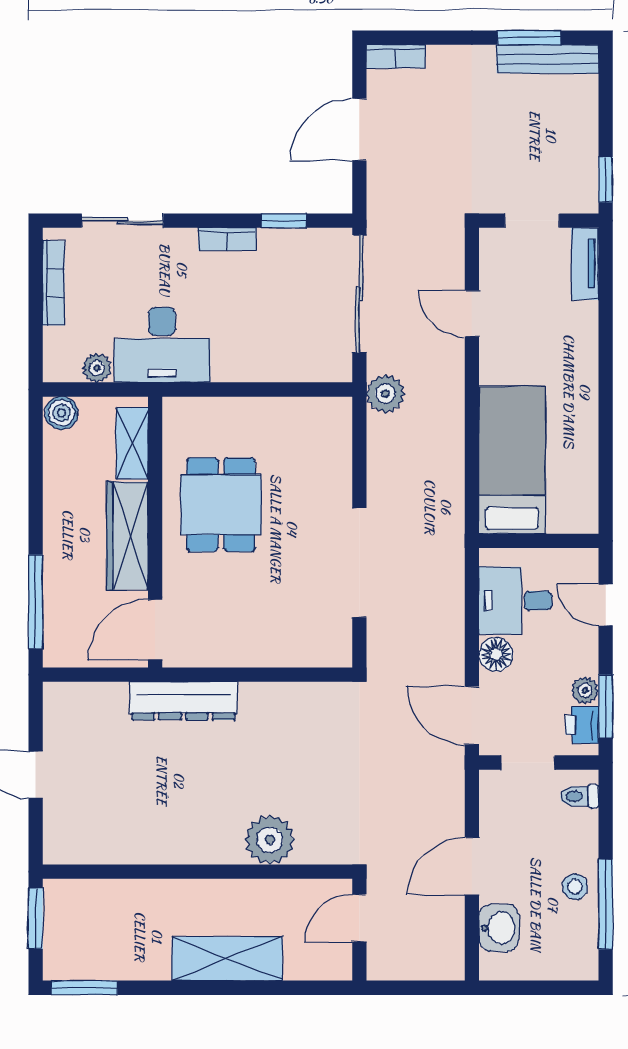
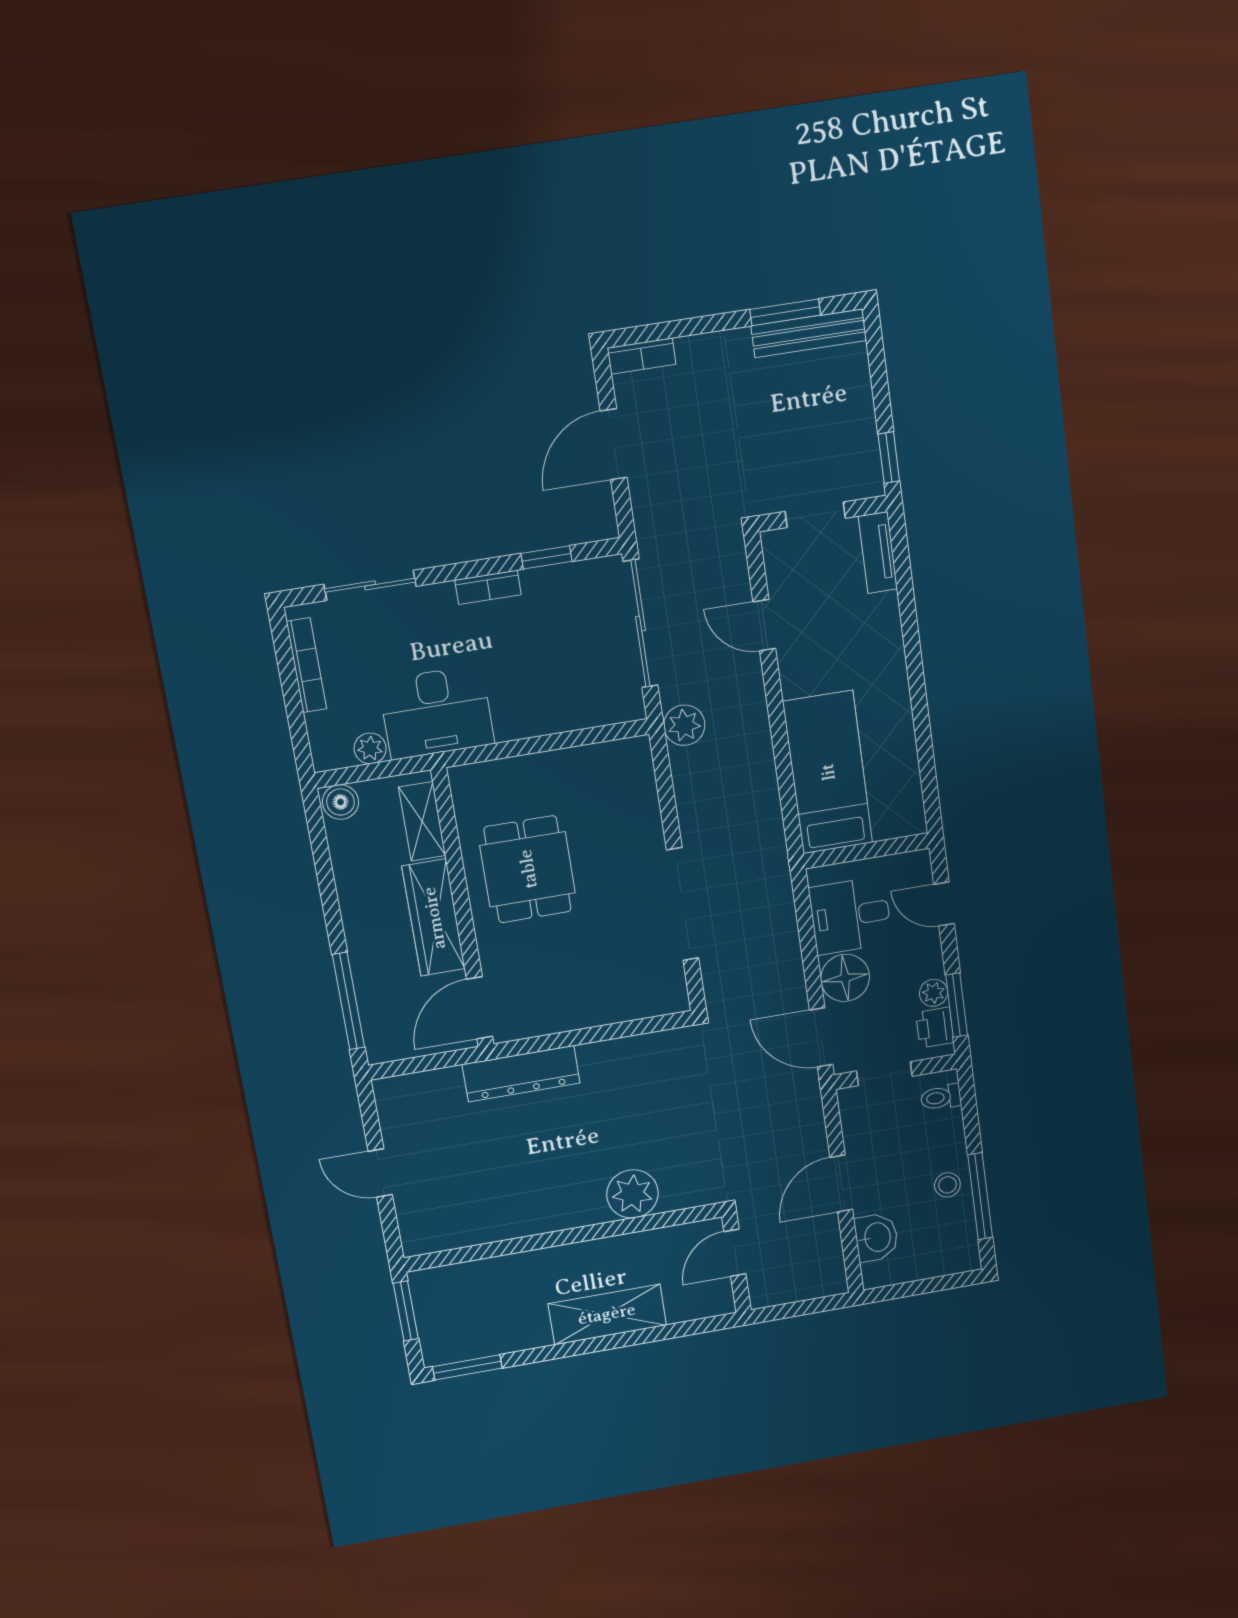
floor lamp: (496, 654) -> (845, 978), width x1.38, depth x1.38

